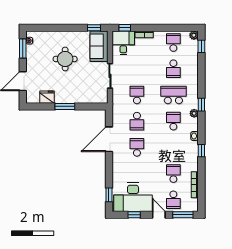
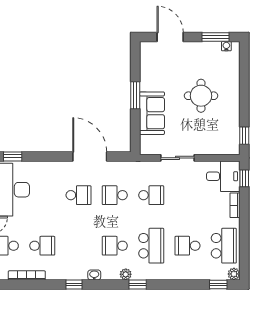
school desk: (173, 42) -> (224, 246), width x1.85
sofa: (99, 46) -> (152, 113), moved, turned 90
fridge: (47, 97) -> (148, 71), removed
school desk: (173, 121) -> (115, 246), turned 180

